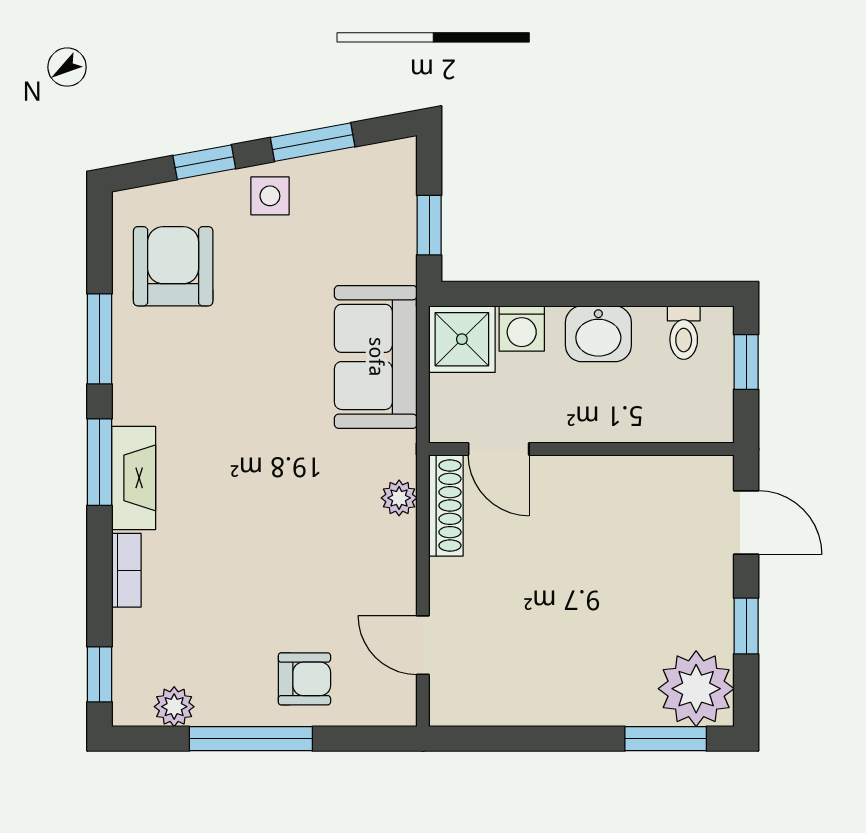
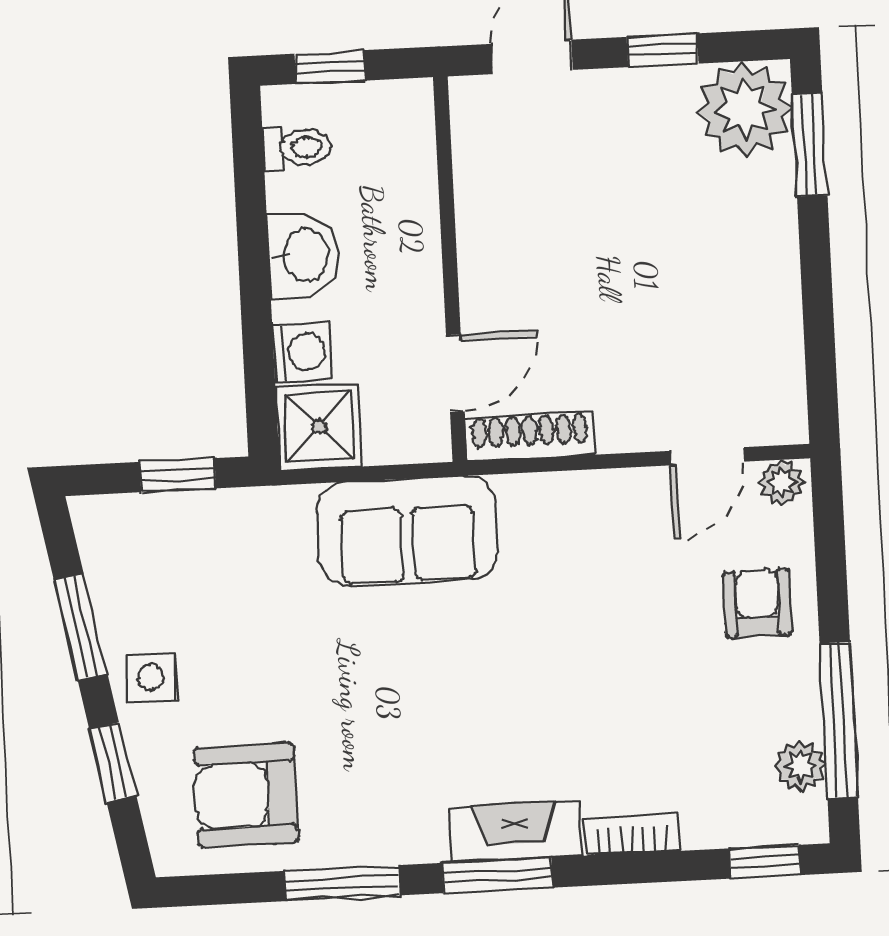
sofa: (376, 357) -> (407, 531), moved
plant: (399, 498) -> (781, 483), moved
window: (251, 739) -> (839, 720), moved

